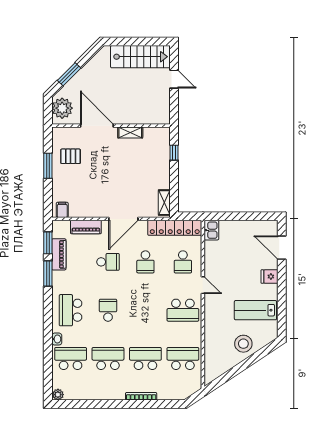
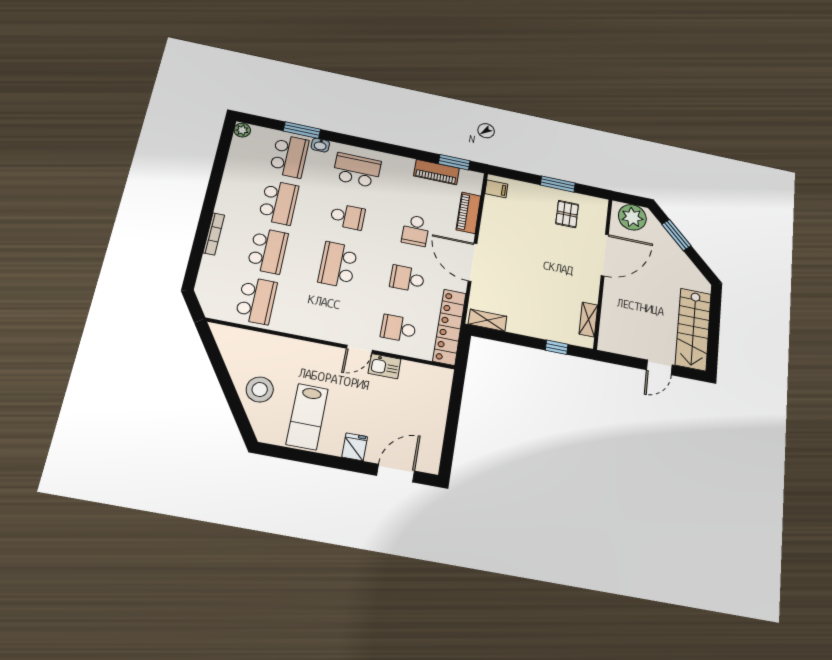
shelving: (130, 132) -> (588, 319), moved
kitchen sink: (211, 230) -> (385, 366), moved
window: (48, 273) -> (302, 130), moved
school desk: (183, 310) -> (338, 265), moved
lab bench: (255, 310) -> (307, 417), turned 180

